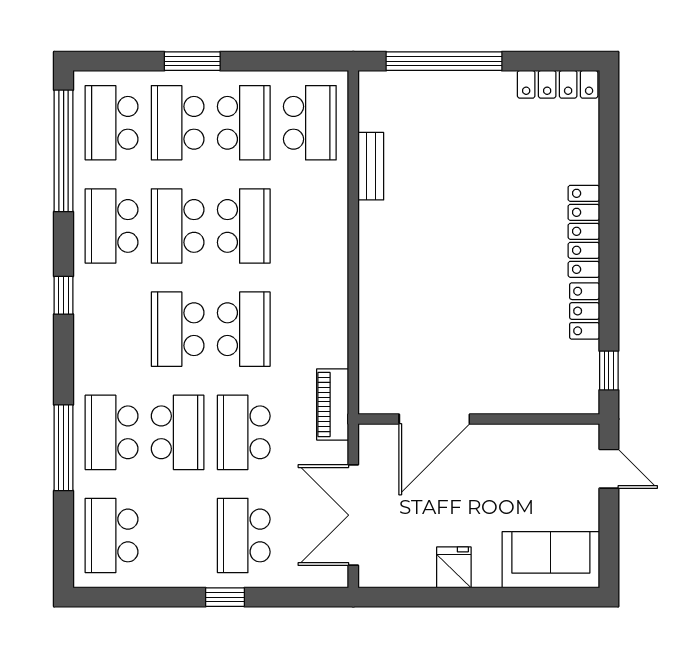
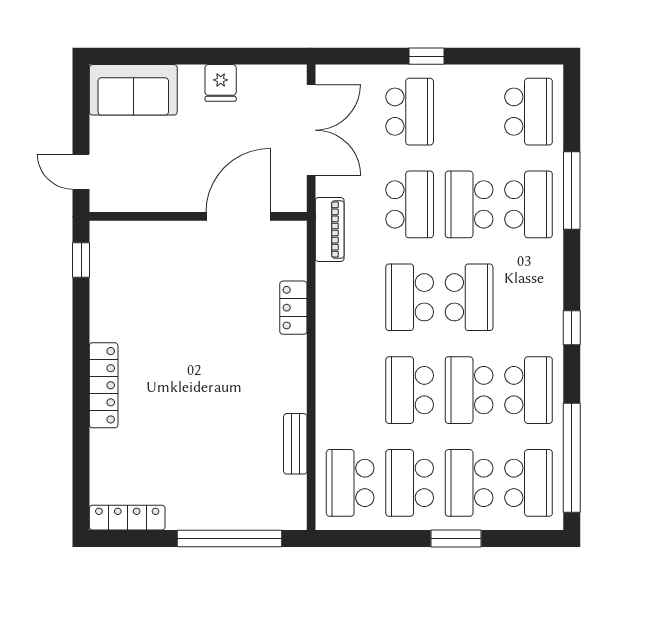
school desk: (178, 123) -> (469, 483), turned 180
school desk: (178, 226) -> (469, 390), turned 180
locker: (585, 311) -> (293, 308), moved, turned 180

